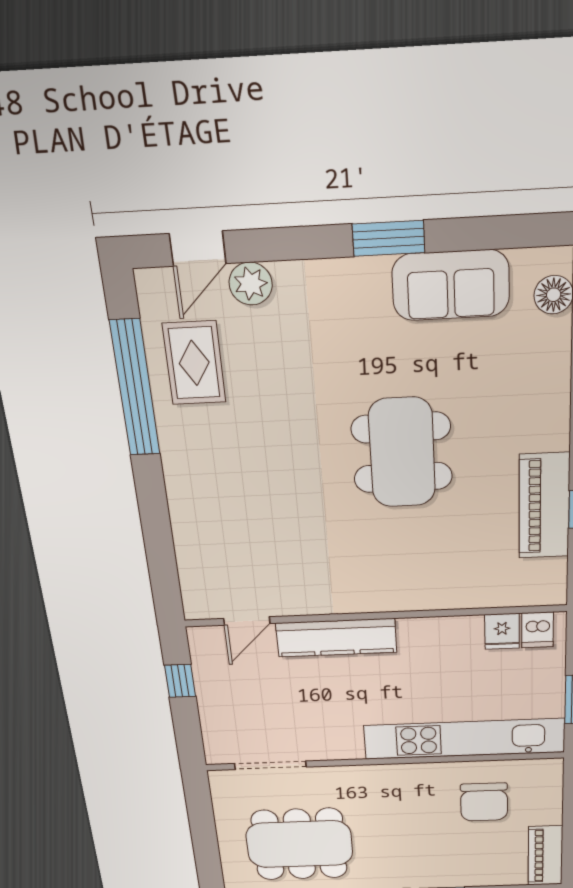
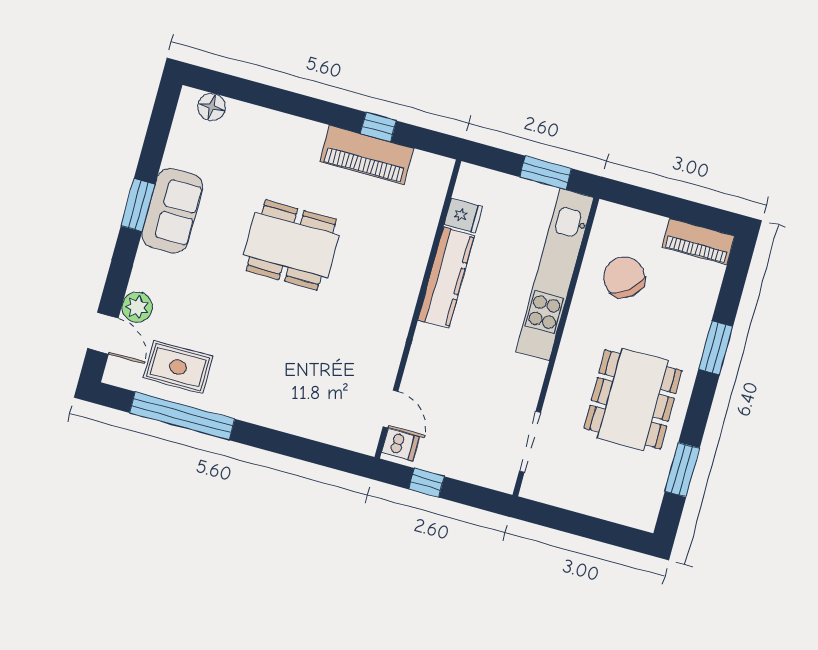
sofa: (451, 285) -> (172, 211), moved
dishwasher: (538, 630) -> (401, 445), moved
kitchen counter: (336, 638) -> (446, 278), moved
chair: (484, 802) -> (624, 277), turned -130
dining table: (299, 844) -> (633, 399), moved

